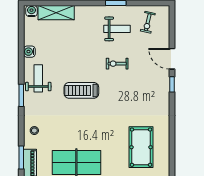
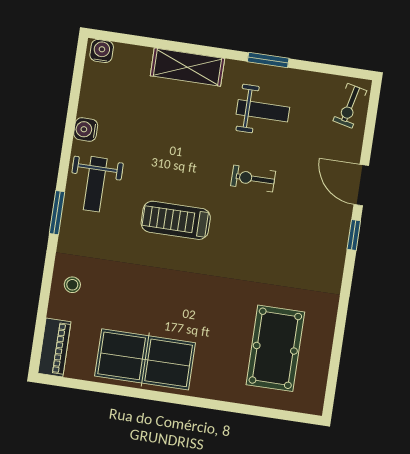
shelving: (56, 13) -> (187, 67), moved
exercise bike: (148, 22) -> (350, 106), moved
weight bench: (38, 78) -> (95, 184), turned 180
window: (21, 158) -> (39, 334), removed

